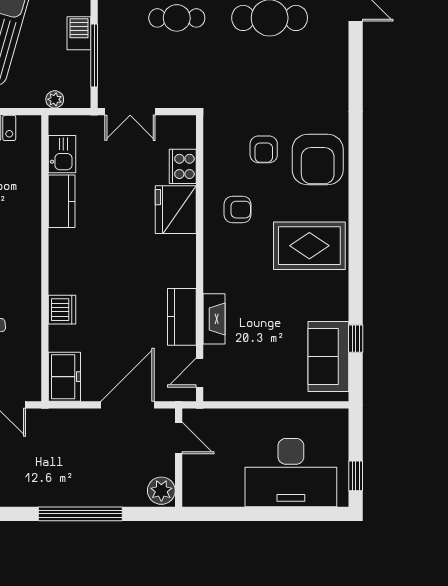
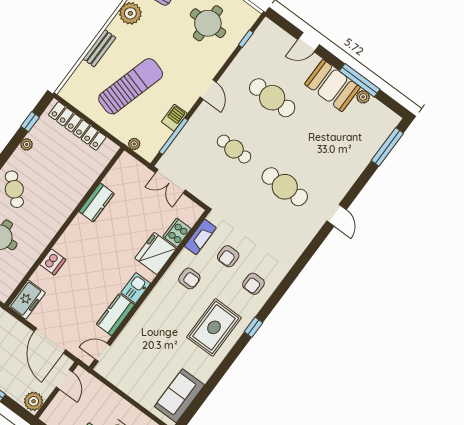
kitchen sink: (62, 154) -> (136, 288), moved, turned 180
armchair: (318, 160) -> (254, 284), width x0.53, depth x0.53
rug: (309, 246) -> (214, 327), turned 90
fireplace: (214, 319) -> (200, 237), moved
window: (356, 339) -> (253, 327), moved
door: (127, 405) -> (50, 341), swing flipped

